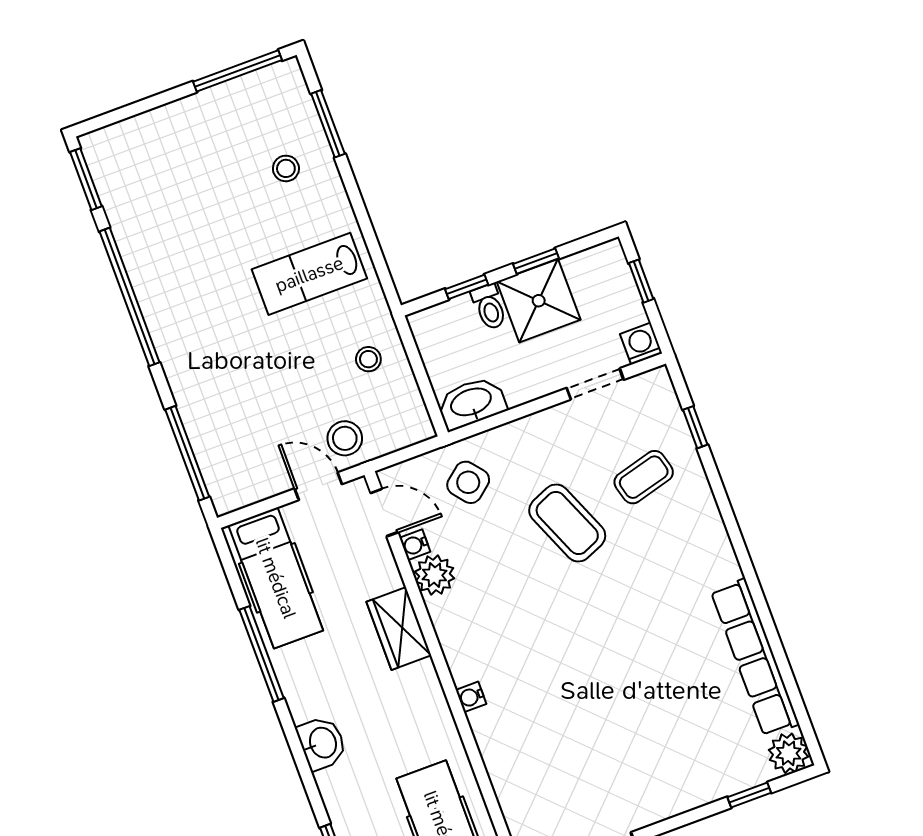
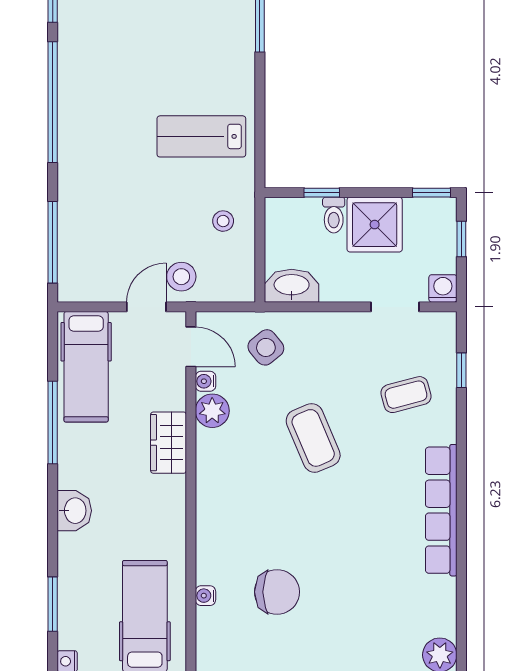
stool: (286, 168) -> (214, 46), removed
window: (536, 261) -> (431, 193), moved
door: (318, 486) -> (146, 307), hinge flipped
coffee table: (567, 523) -> (313, 438), moved
row of seats: (755, 658) -> (441, 510), moved
water cooler: (471, 697) -> (205, 596), moved
chair: (581, 750) -> (277, 592), added

